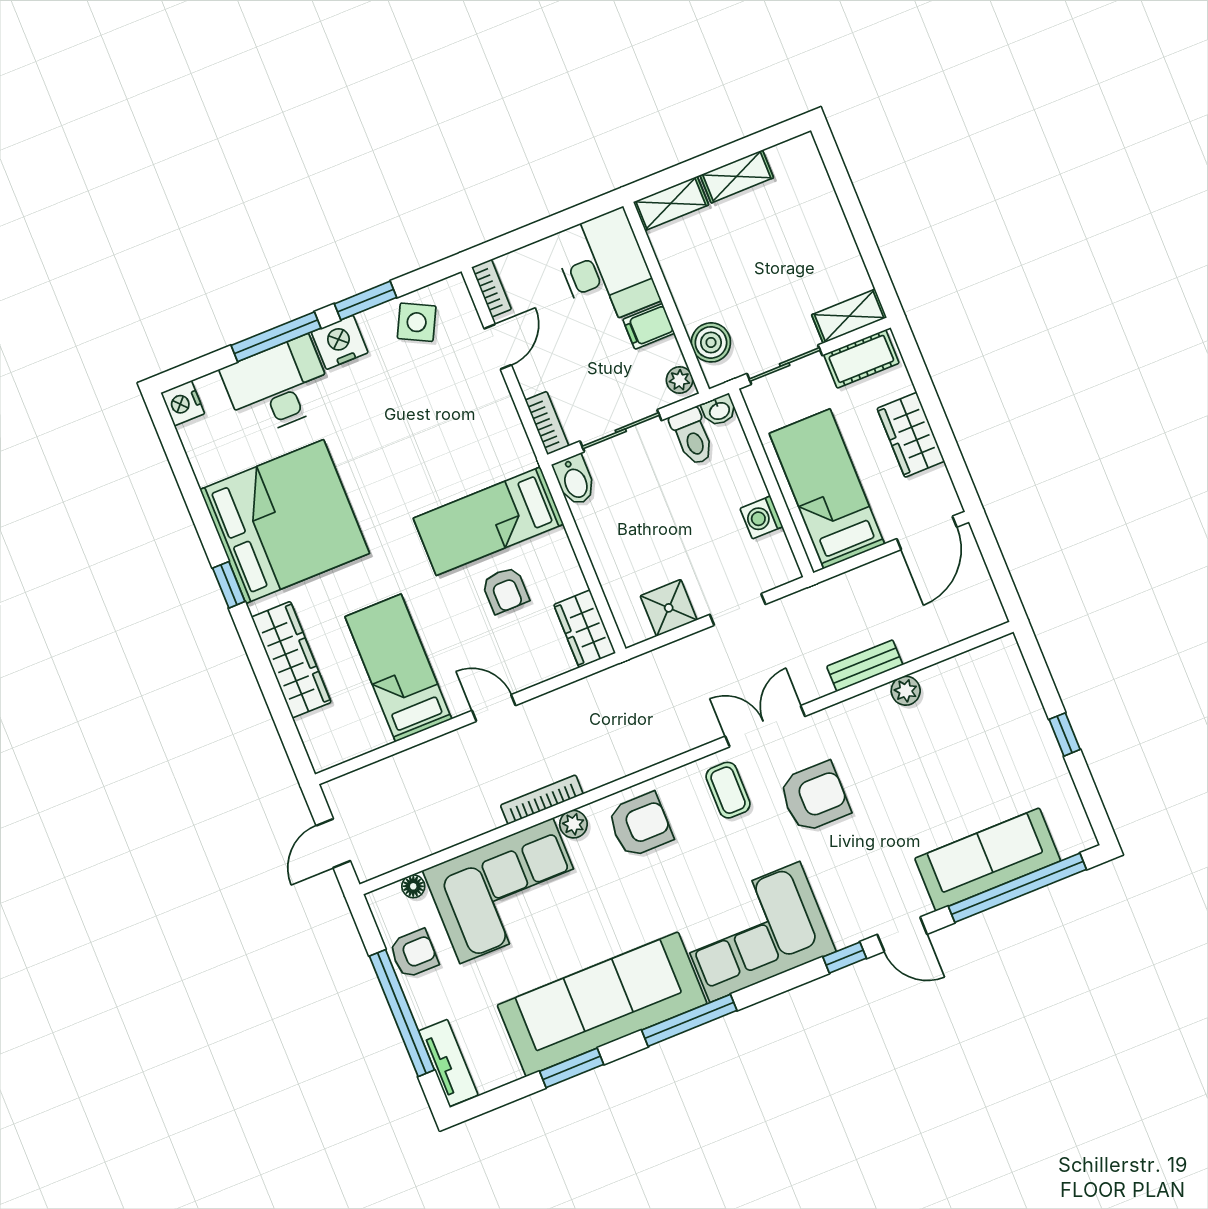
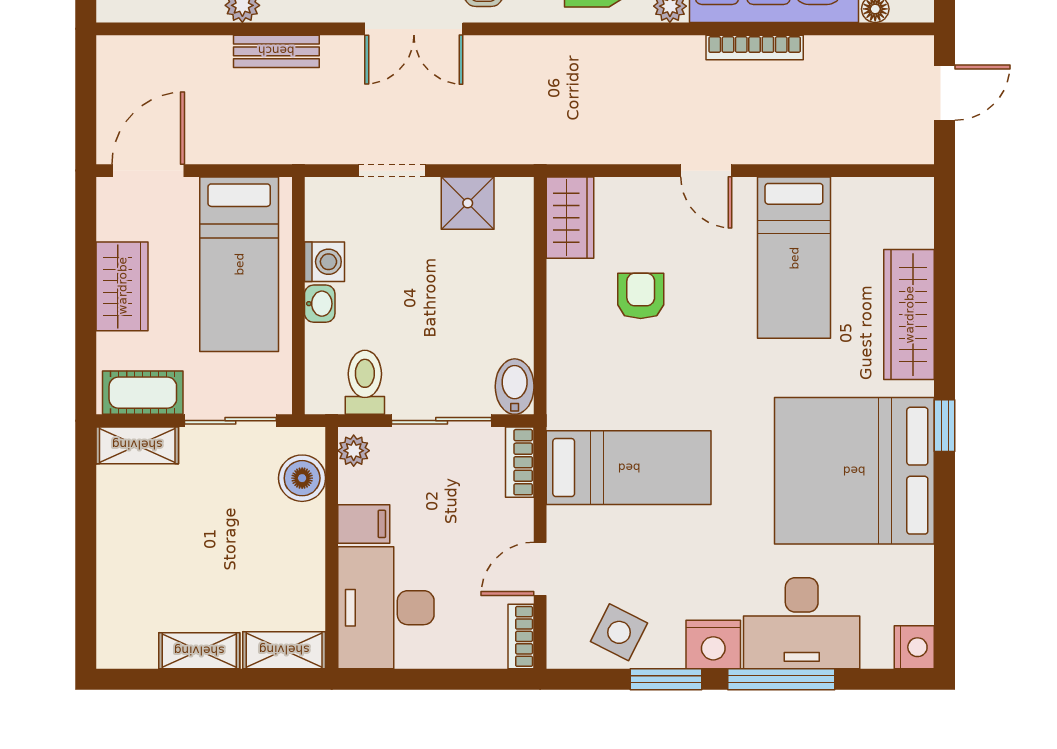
washbasin: (719, 410) -> (320, 304), moved, turned 90
bed: (488, 521) -> (629, 468), moved
bookcase: (542, 800) -> (755, 47), moved

